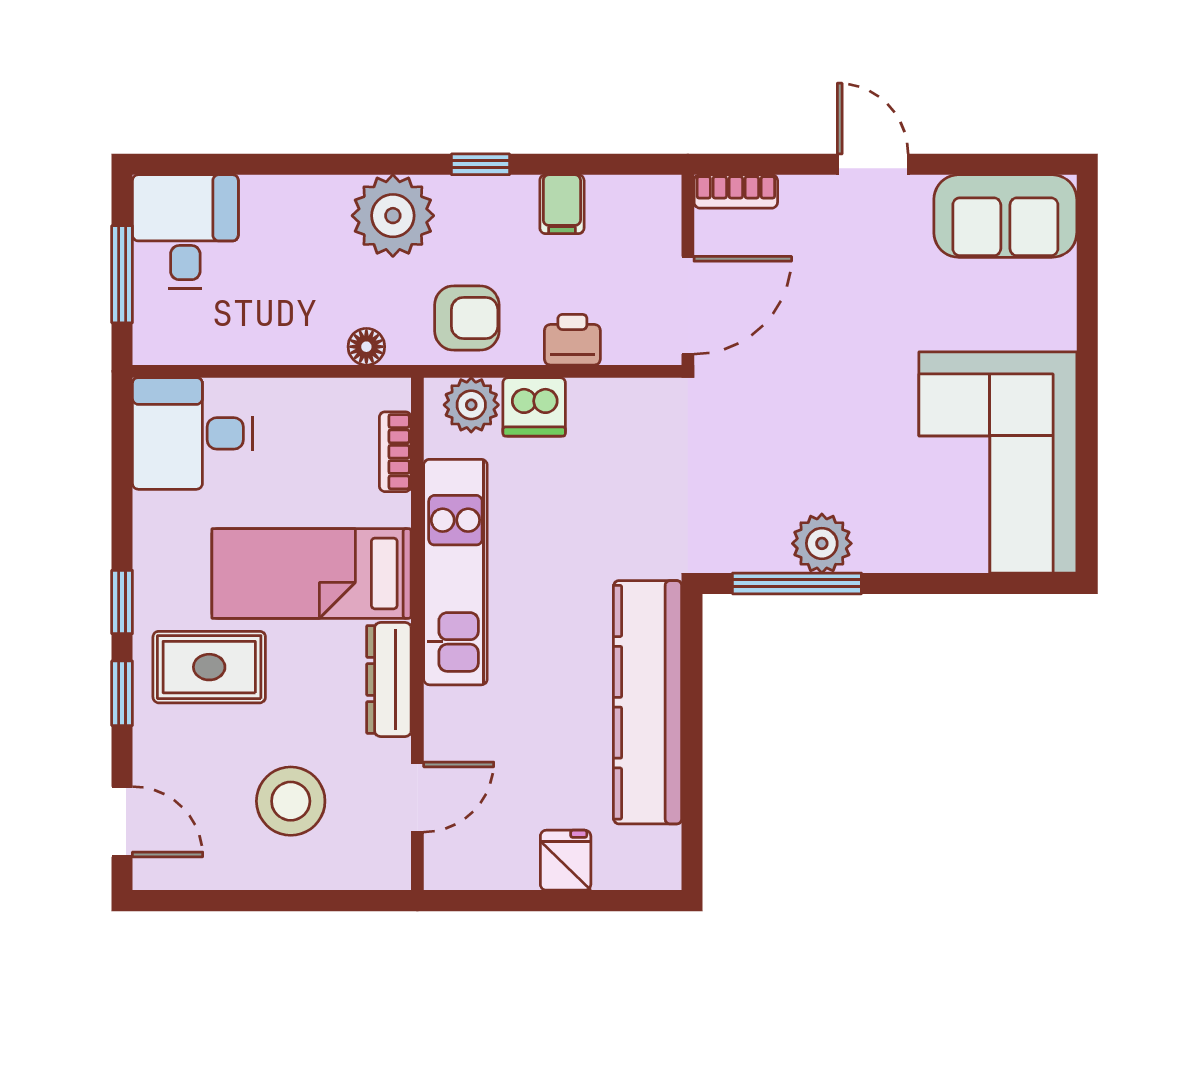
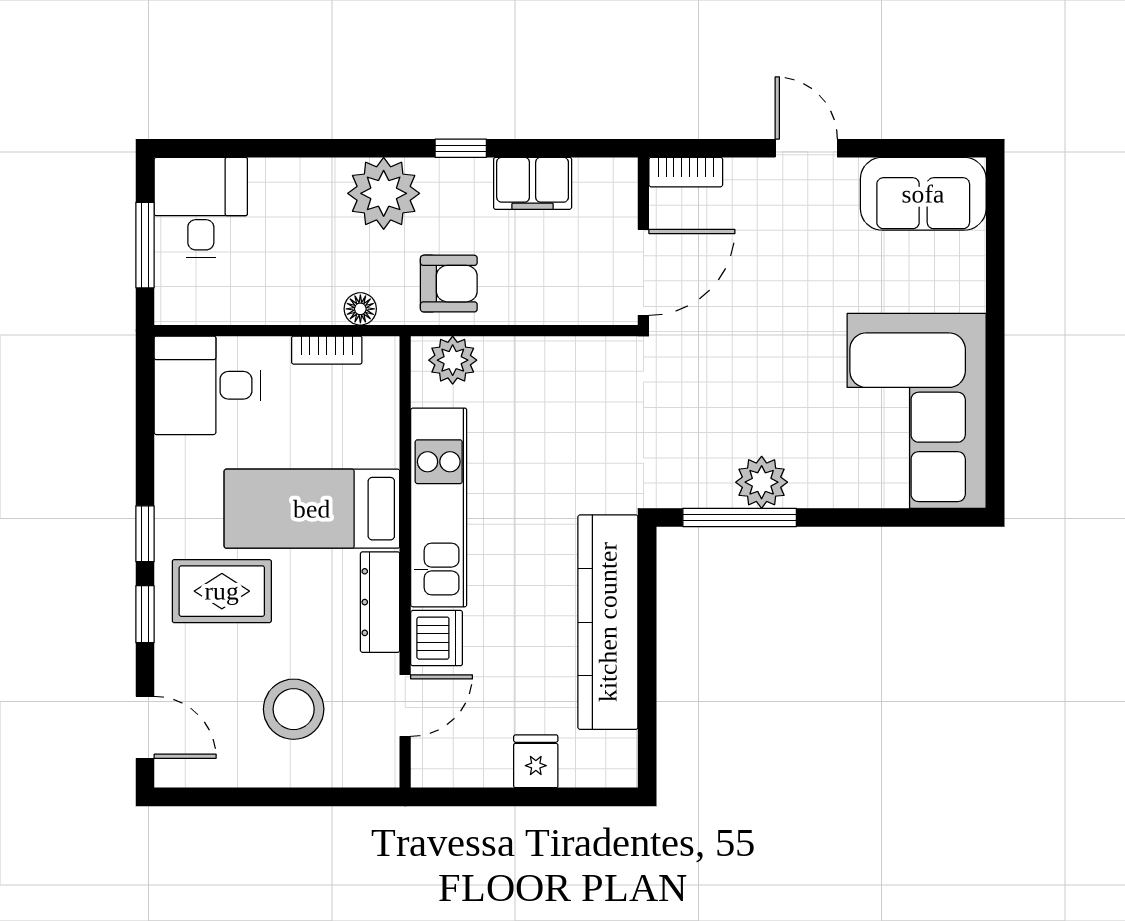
filing cabinet: (562, 204) -> (533, 183), width x2.00
printer: (572, 340) -> (542, 303), removed
dishwasher: (534, 407) -> (437, 638), moved, turned -90
bookcase: (395, 452) -> (327, 350), moved, turned -90

